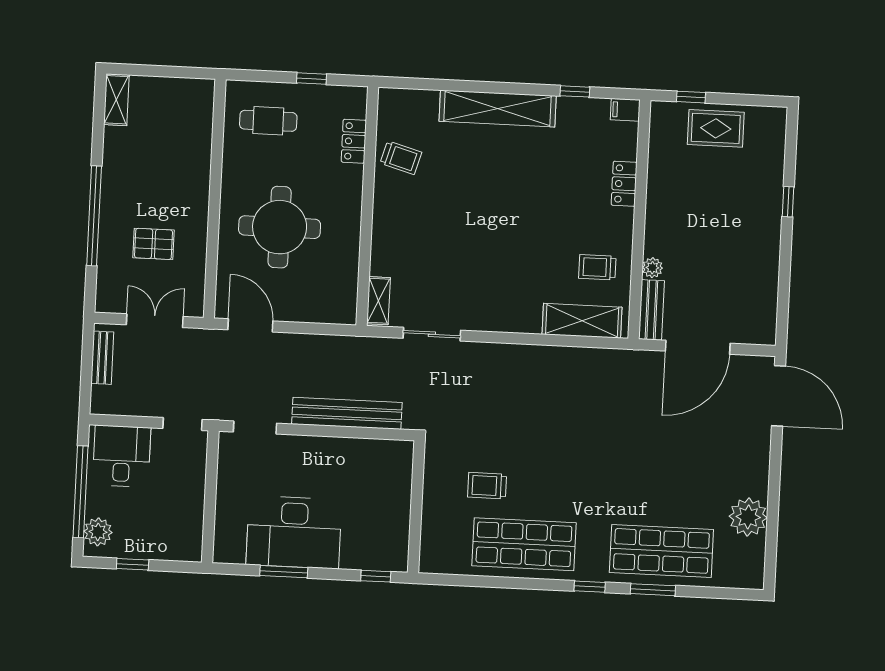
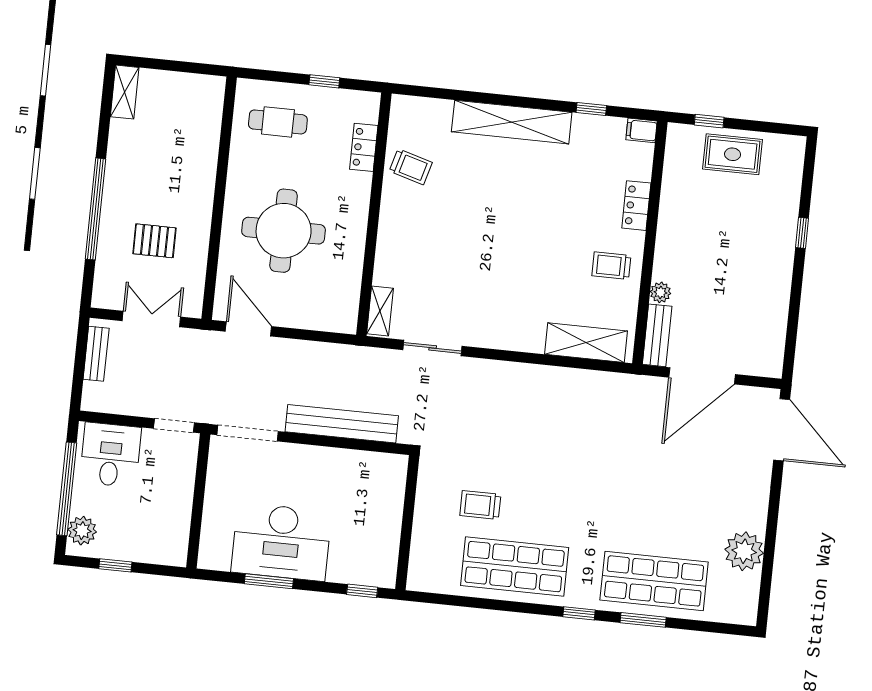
trolley: (597, 267) -> (611, 266), moved
doorway: (255, 428) -> (248, 433), width x1.38

